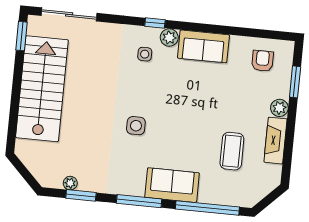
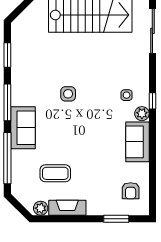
armchair: (262, 61) -> (131, 191), turned 90
plant: (279, 108) -> (41, 208), moved
plant: (70, 183) -> (16, 45), removed

